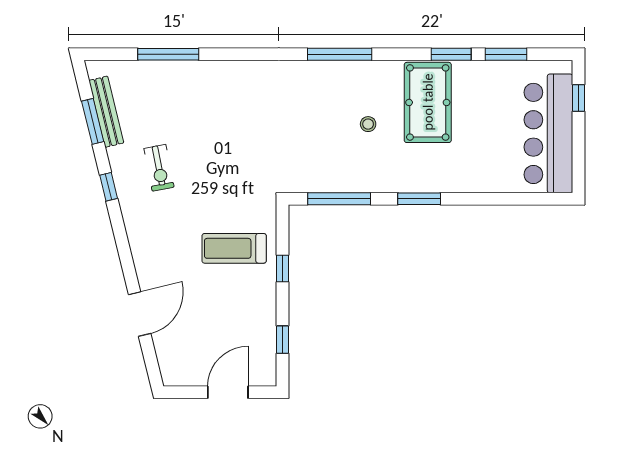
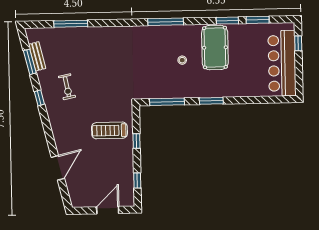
bench: (106, 112) -> (37, 56), width x0.73

